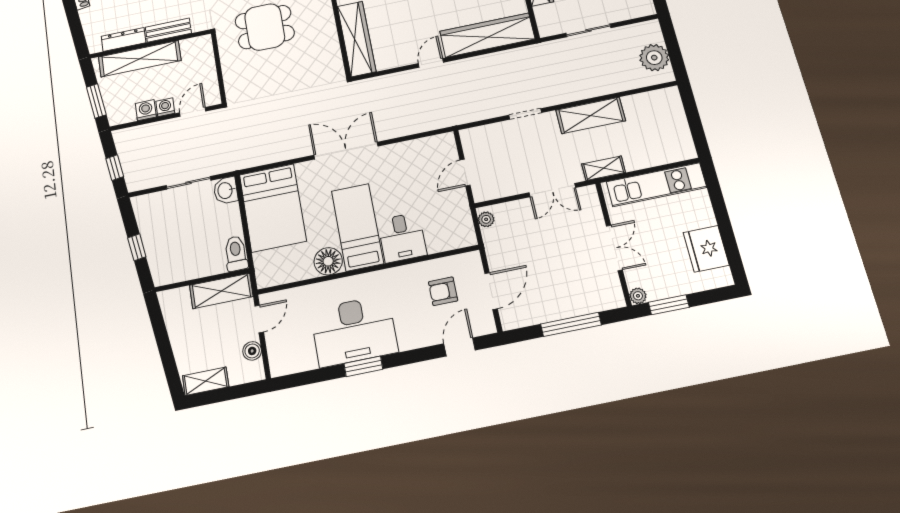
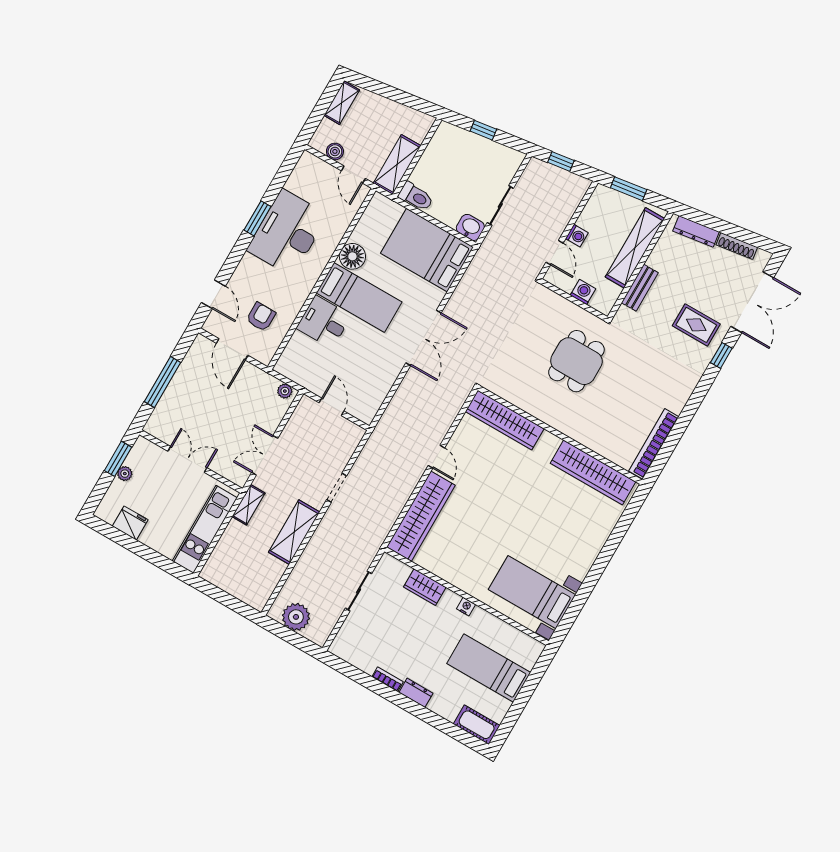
dresser: (124, 39) -> (696, 231), moved, turned 82
washing machine: (146, 110) -> (583, 292), moved, turned -90
double door: (614, 248) -> (187, 459), swing flipped
fridge: (706, 249) -> (130, 523), width x0.73, depth x0.75
plant: (638, 296) -> (125, 474), moved

